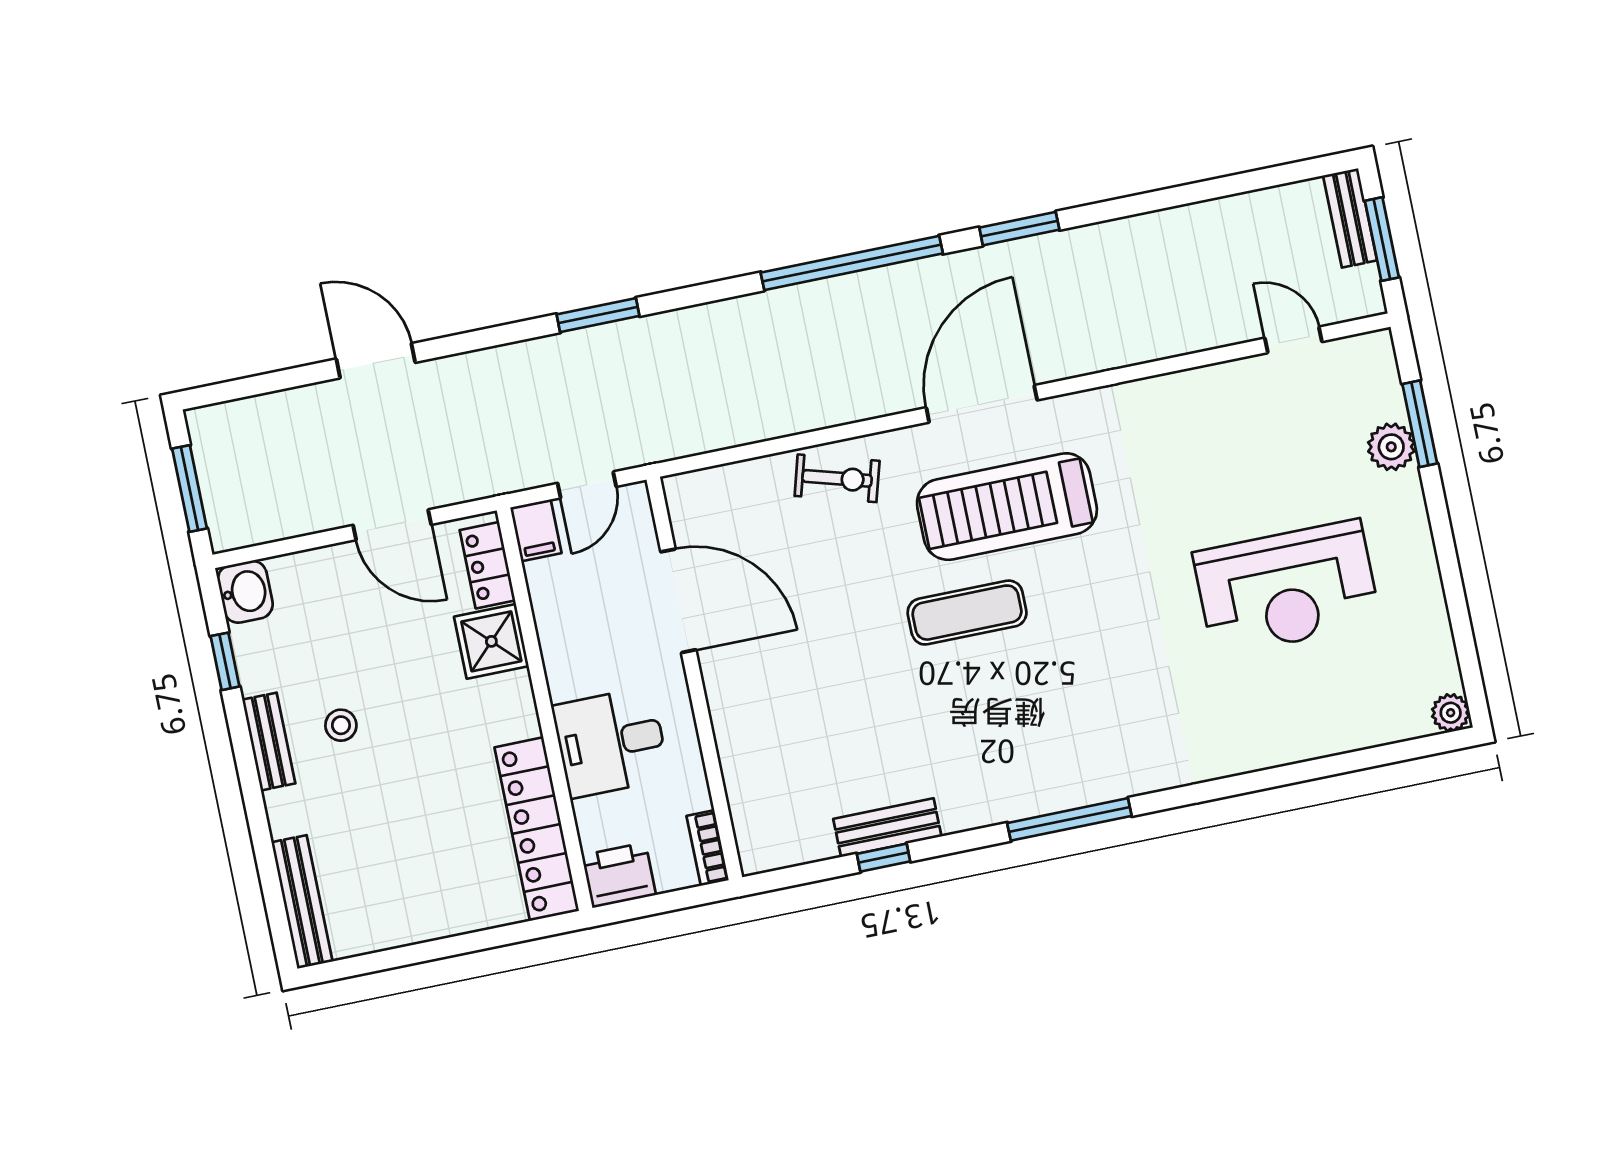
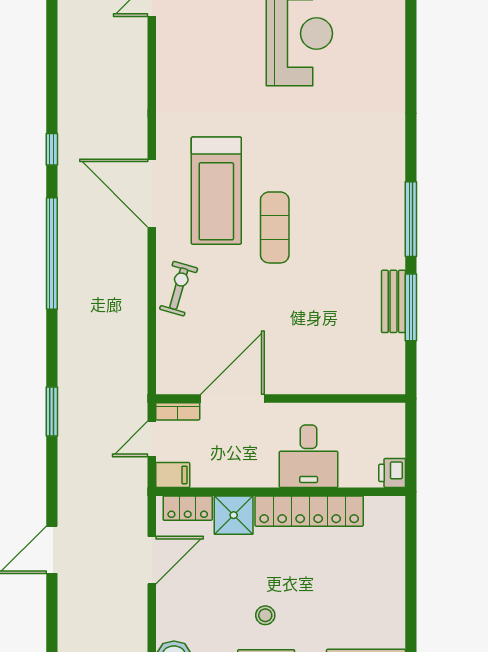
window: (1019, 229) -> (52, 149), width x0.67
door: (587, 485) -> (152, 439), swing flipped
window: (1069, 819) -> (411, 219), moved
locker: (537, 829) -> (309, 511), moved
bookcase: (708, 848) -> (178, 411), moved
window: (883, 858) -> (411, 307), width x2.17
printer: (619, 875) -> (392, 473), width x0.73, depth x0.81

